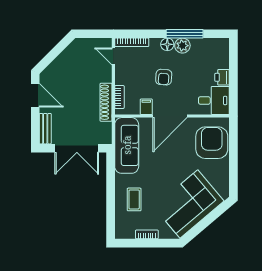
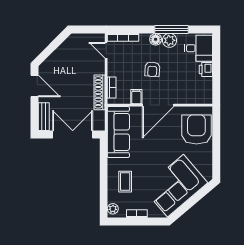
desk: (214, 100) -> (198, 48), moved
double door: (77, 148) -> (73, 135), swing flipped
plant: (121, 229) -> (113, 209), added

